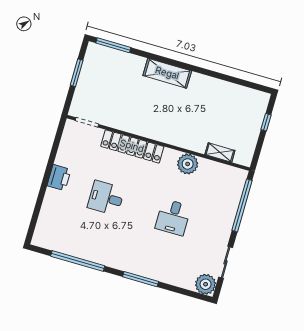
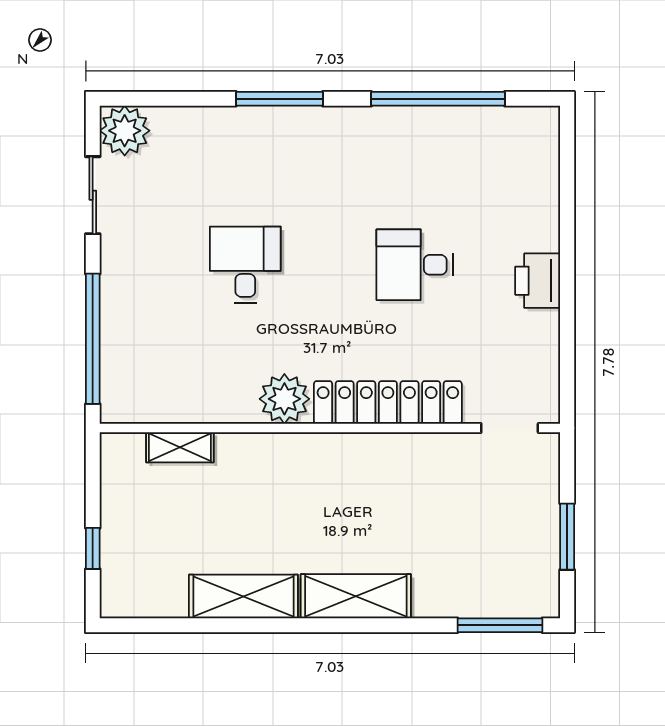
shelving: (212, 86) -> (243, 597), added
plant: (188, 164) -> (284, 399), moved
desk: (106, 198) -> (415, 265), turned 180

